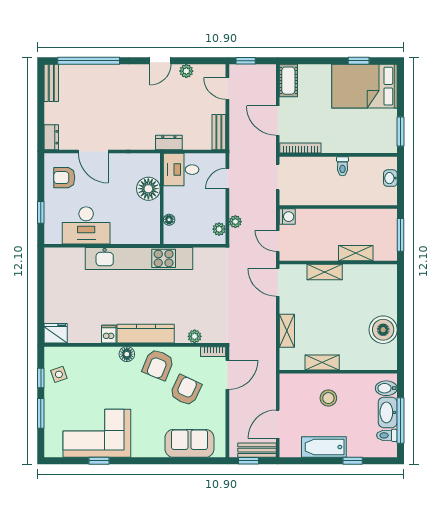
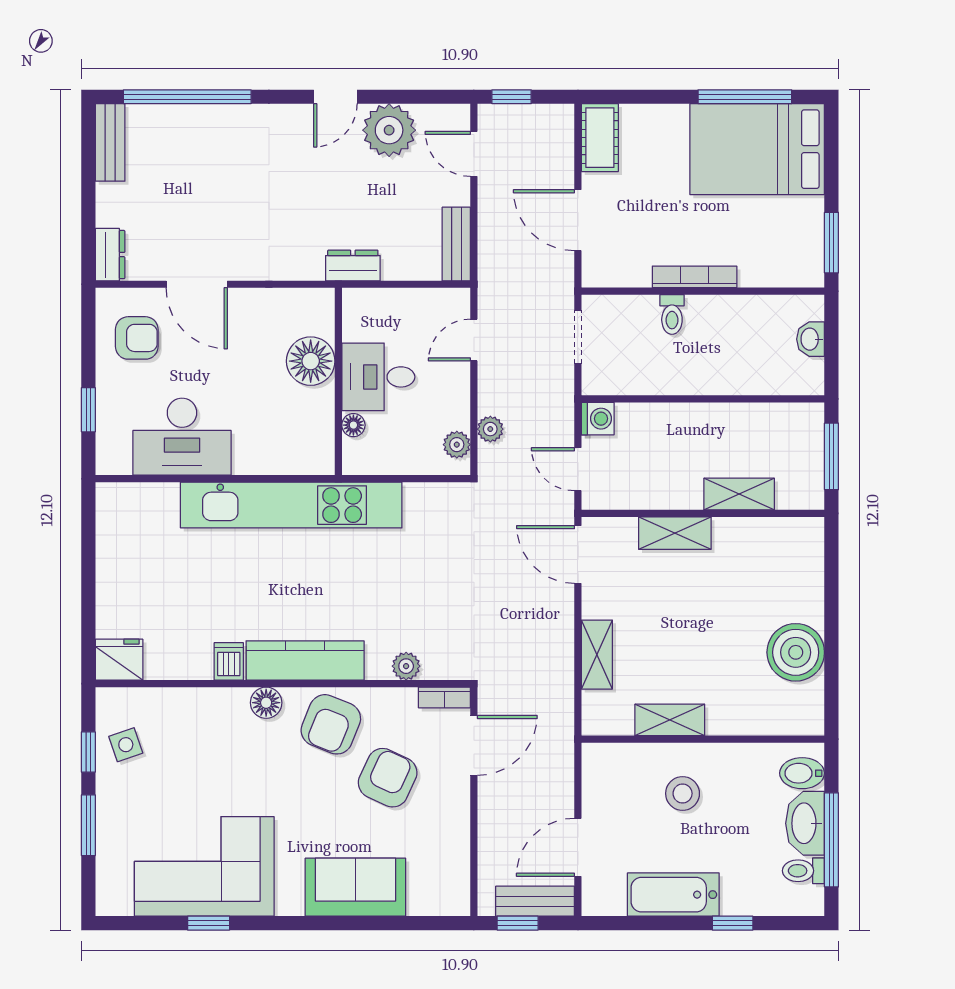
window: (359, 61) -> (745, 97), width x2.17
plant: (186, 71) -> (389, 130), width x1.88, depth x1.88
bookcase: (300, 148) -> (695, 277), moved
toilet: (343, 166) -> (672, 315), moved
desk: (181, 170) -> (378, 377), moved
armchair: (64, 178) -> (137, 338), turned 180
sofa: (189, 443) -> (355, 887), moved

